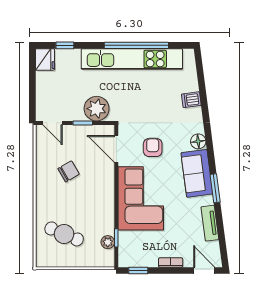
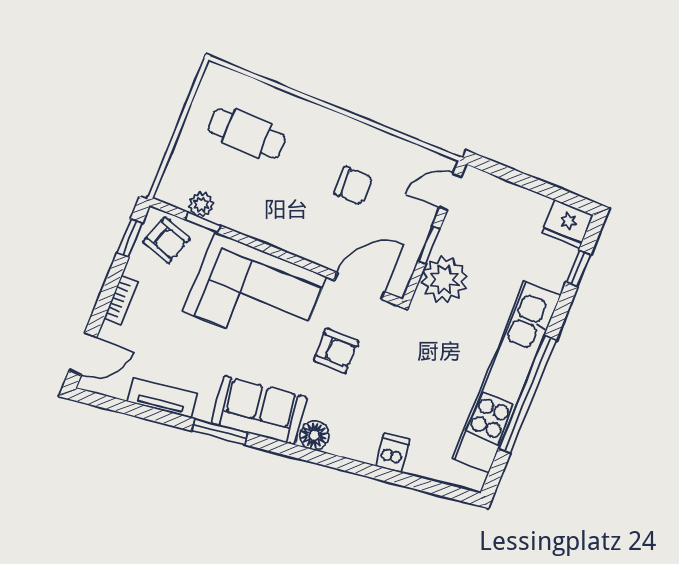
chair: (69, 171) -> (354, 186), turned -60
cafe table: (64, 234) -> (247, 133), turned 67
armchair: (132, 252) -> (167, 240), added

